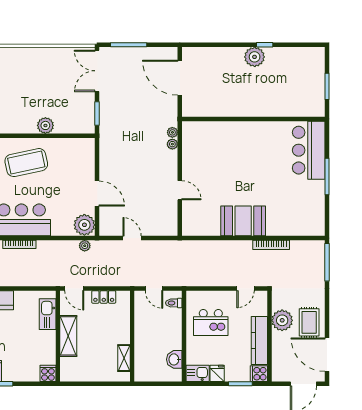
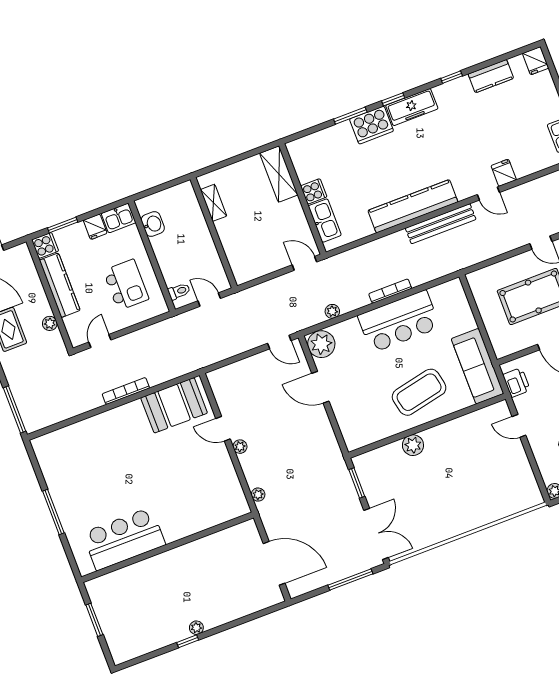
plant: (255, 57) -> (196, 628), width x0.53, depth x0.53
plant: (172, 144) -> (240, 447), moved
bar counter: (309, 150) -> (124, 539), moved, turned -90
booth: (243, 221) -> (174, 405), moved
door: (132, 238) -> (279, 342), moved
bookcase: (271, 245) -> (126, 391), moved
plant: (85, 246) -> (332, 311), moved
locker: (104, 297) -> (265, 267), removed
plant: (282, 320) -> (50, 323), width x0.53, depth x0.53
kitchen island: (211, 322) -> (126, 285), turned 90
shelving: (68, 336) -> (279, 174), moved
cooker: (48, 373) -> (314, 191), moved, turned -90

